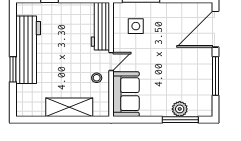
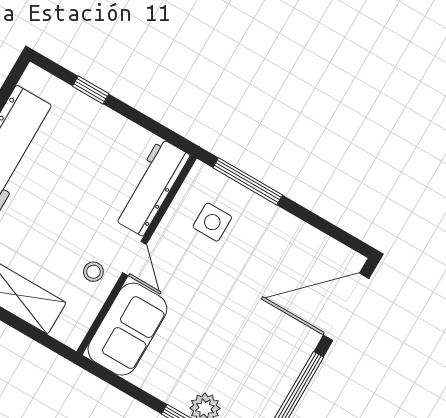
door: (111, 62) -> (135, 258), hinge flipped

